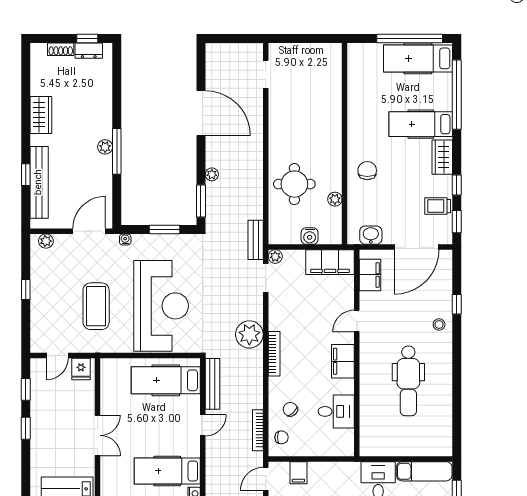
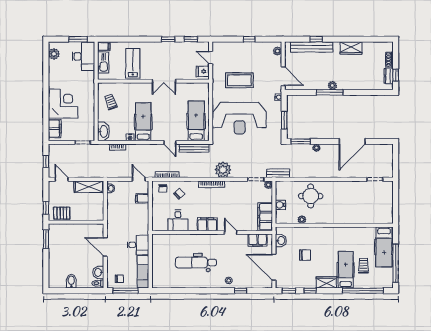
hospital bed: (418, 58) -> (384, 247), moved, turned 180
chair: (367, 171) -> (305, 255), moved
trolley: (438, 206) -> (363, 266), moved

